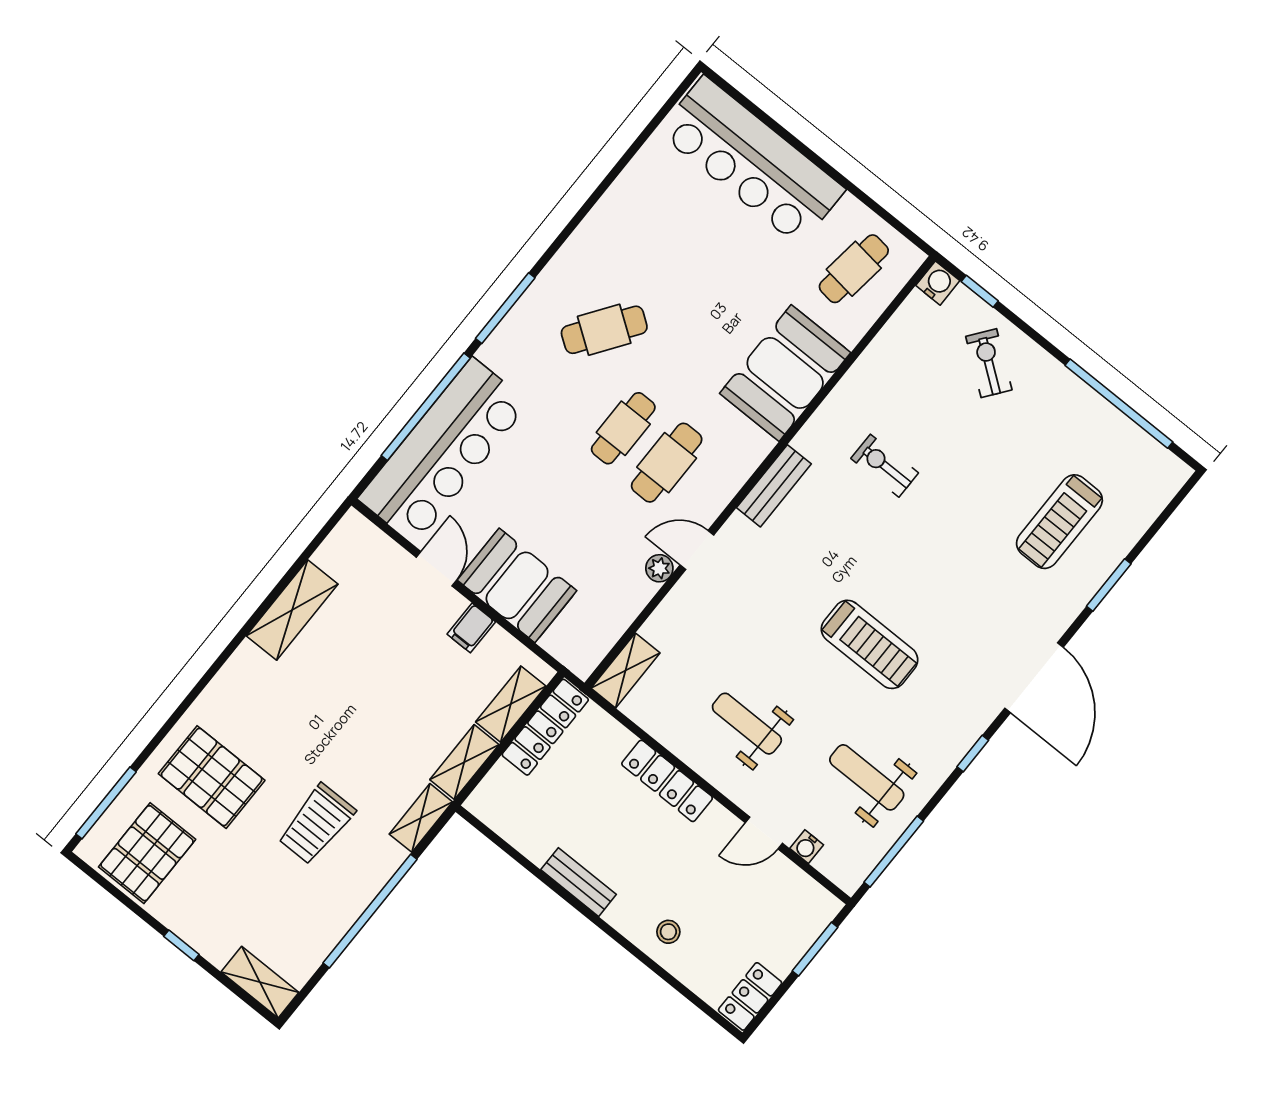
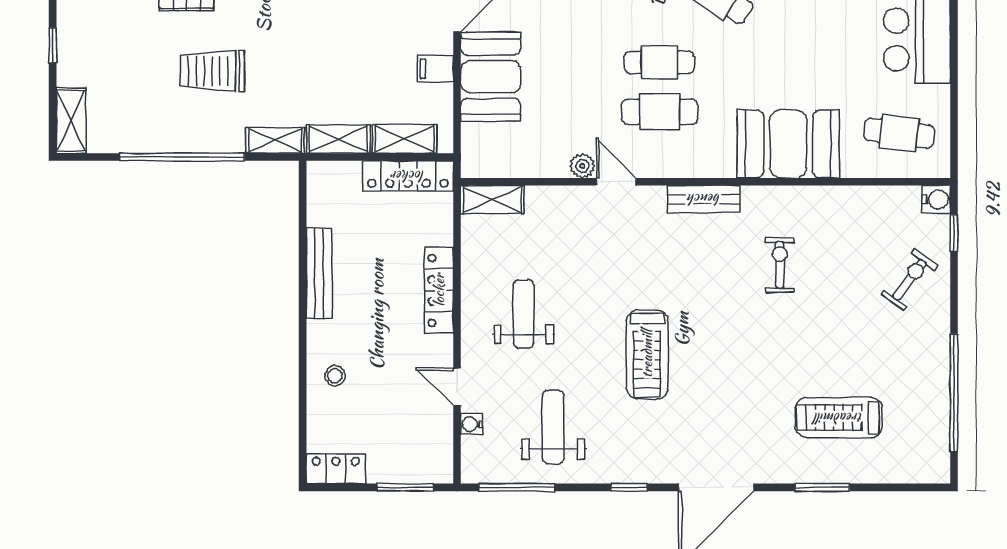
bench: (578, 882) -> (319, 273), width x1.36

